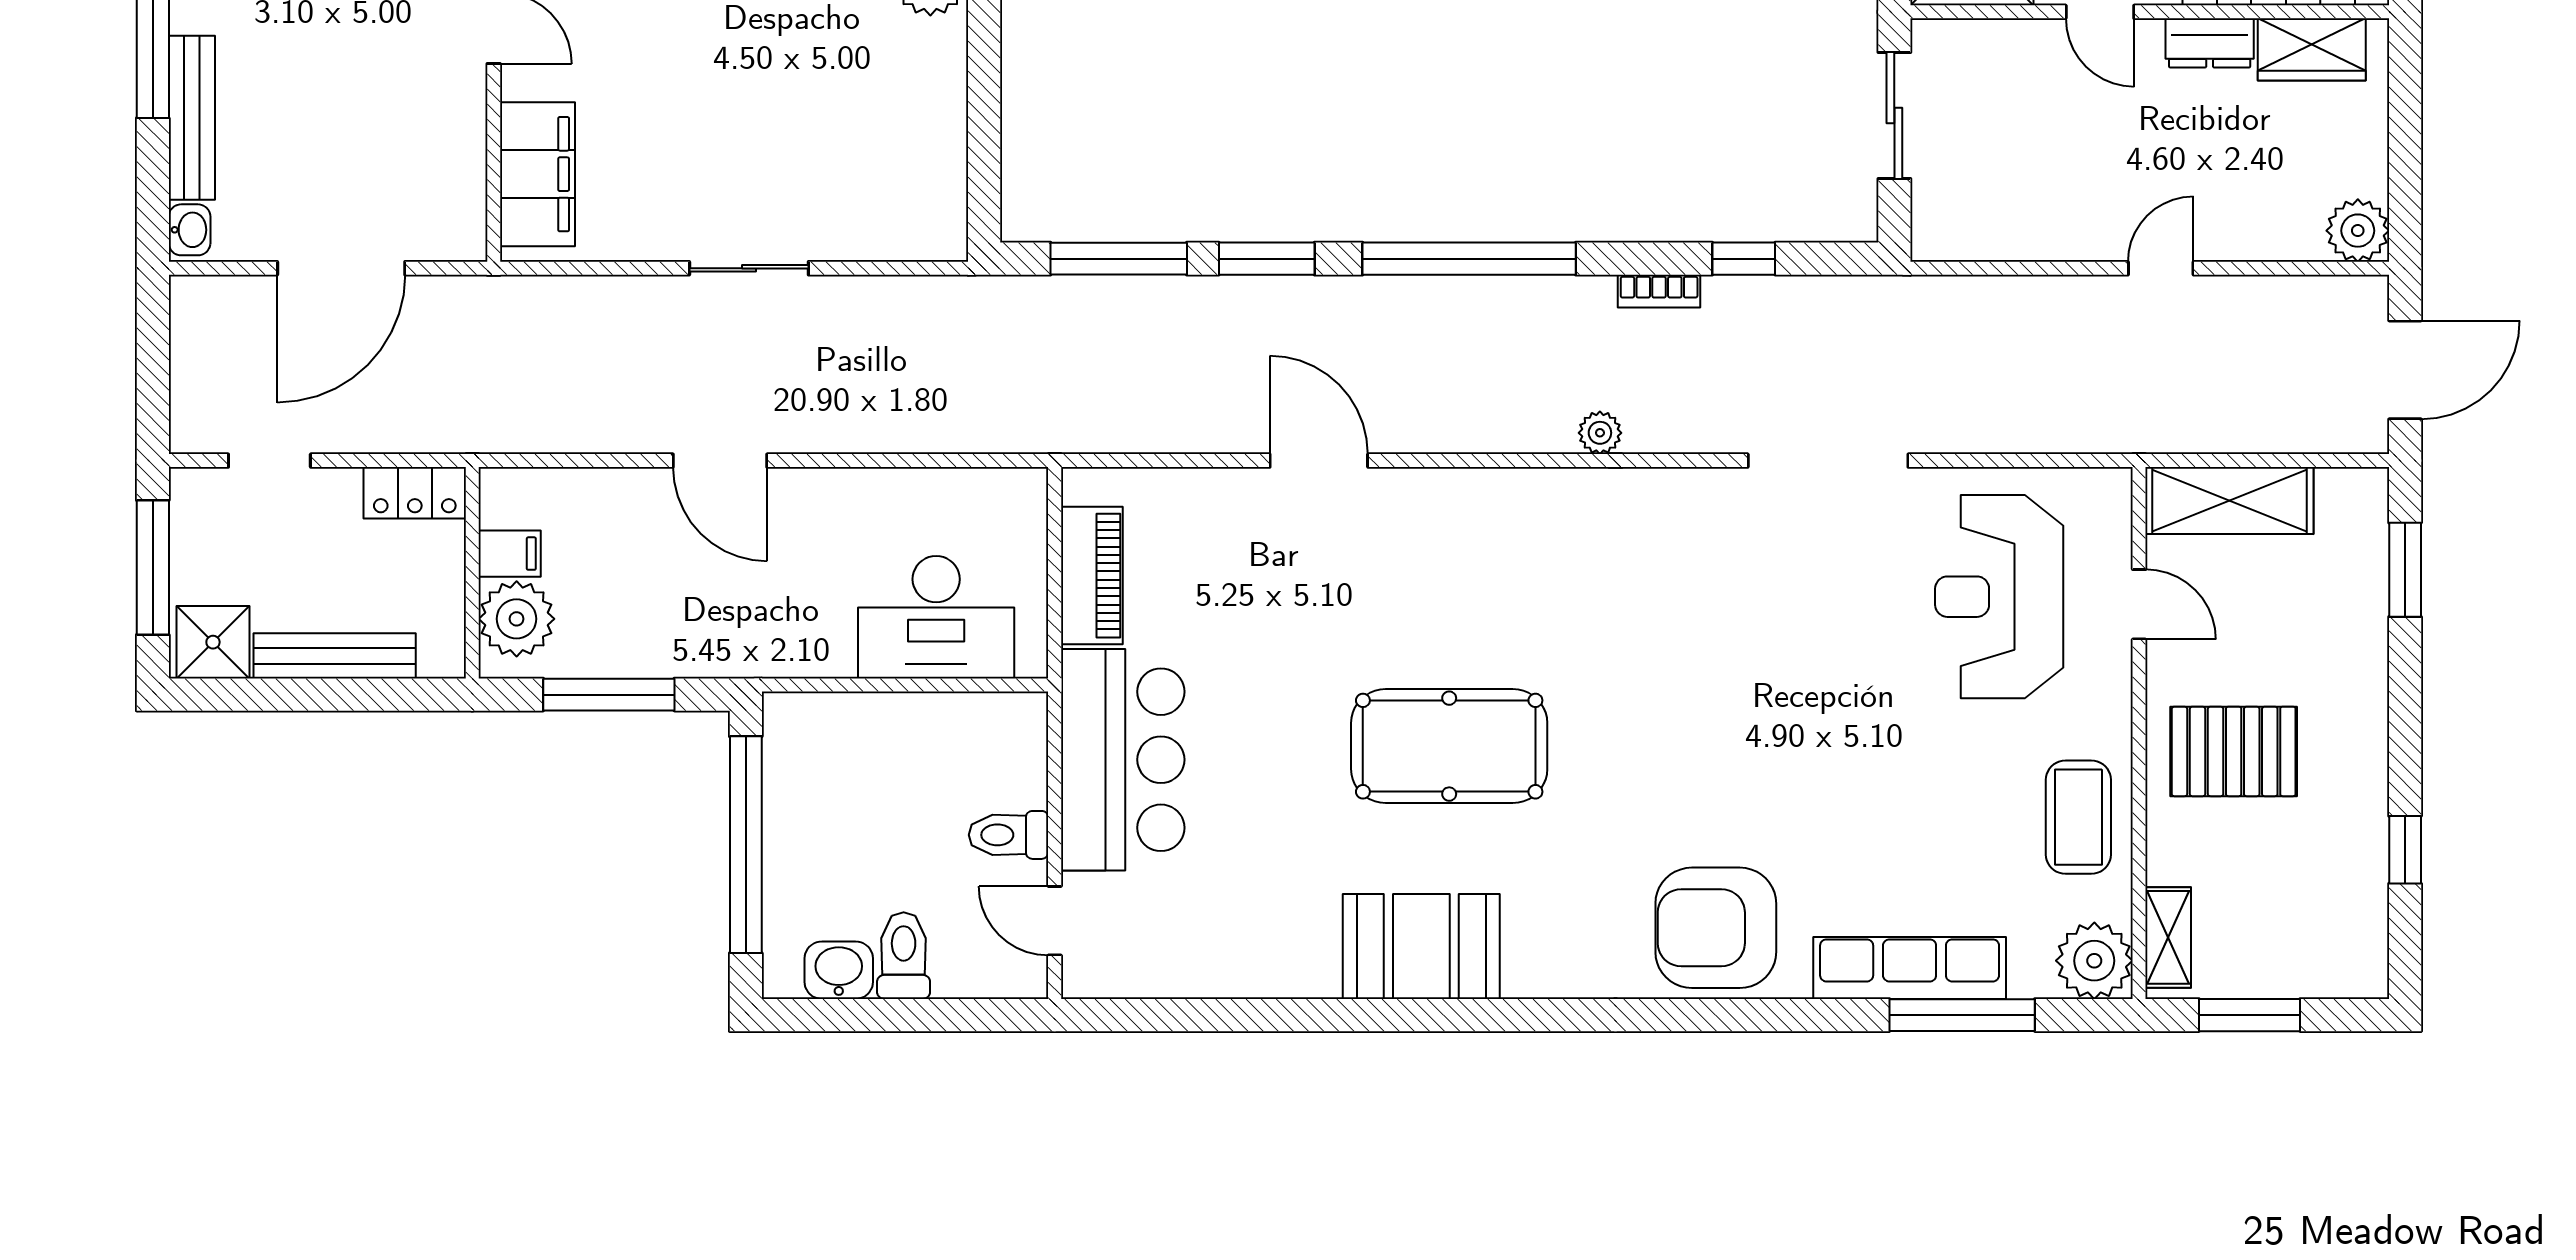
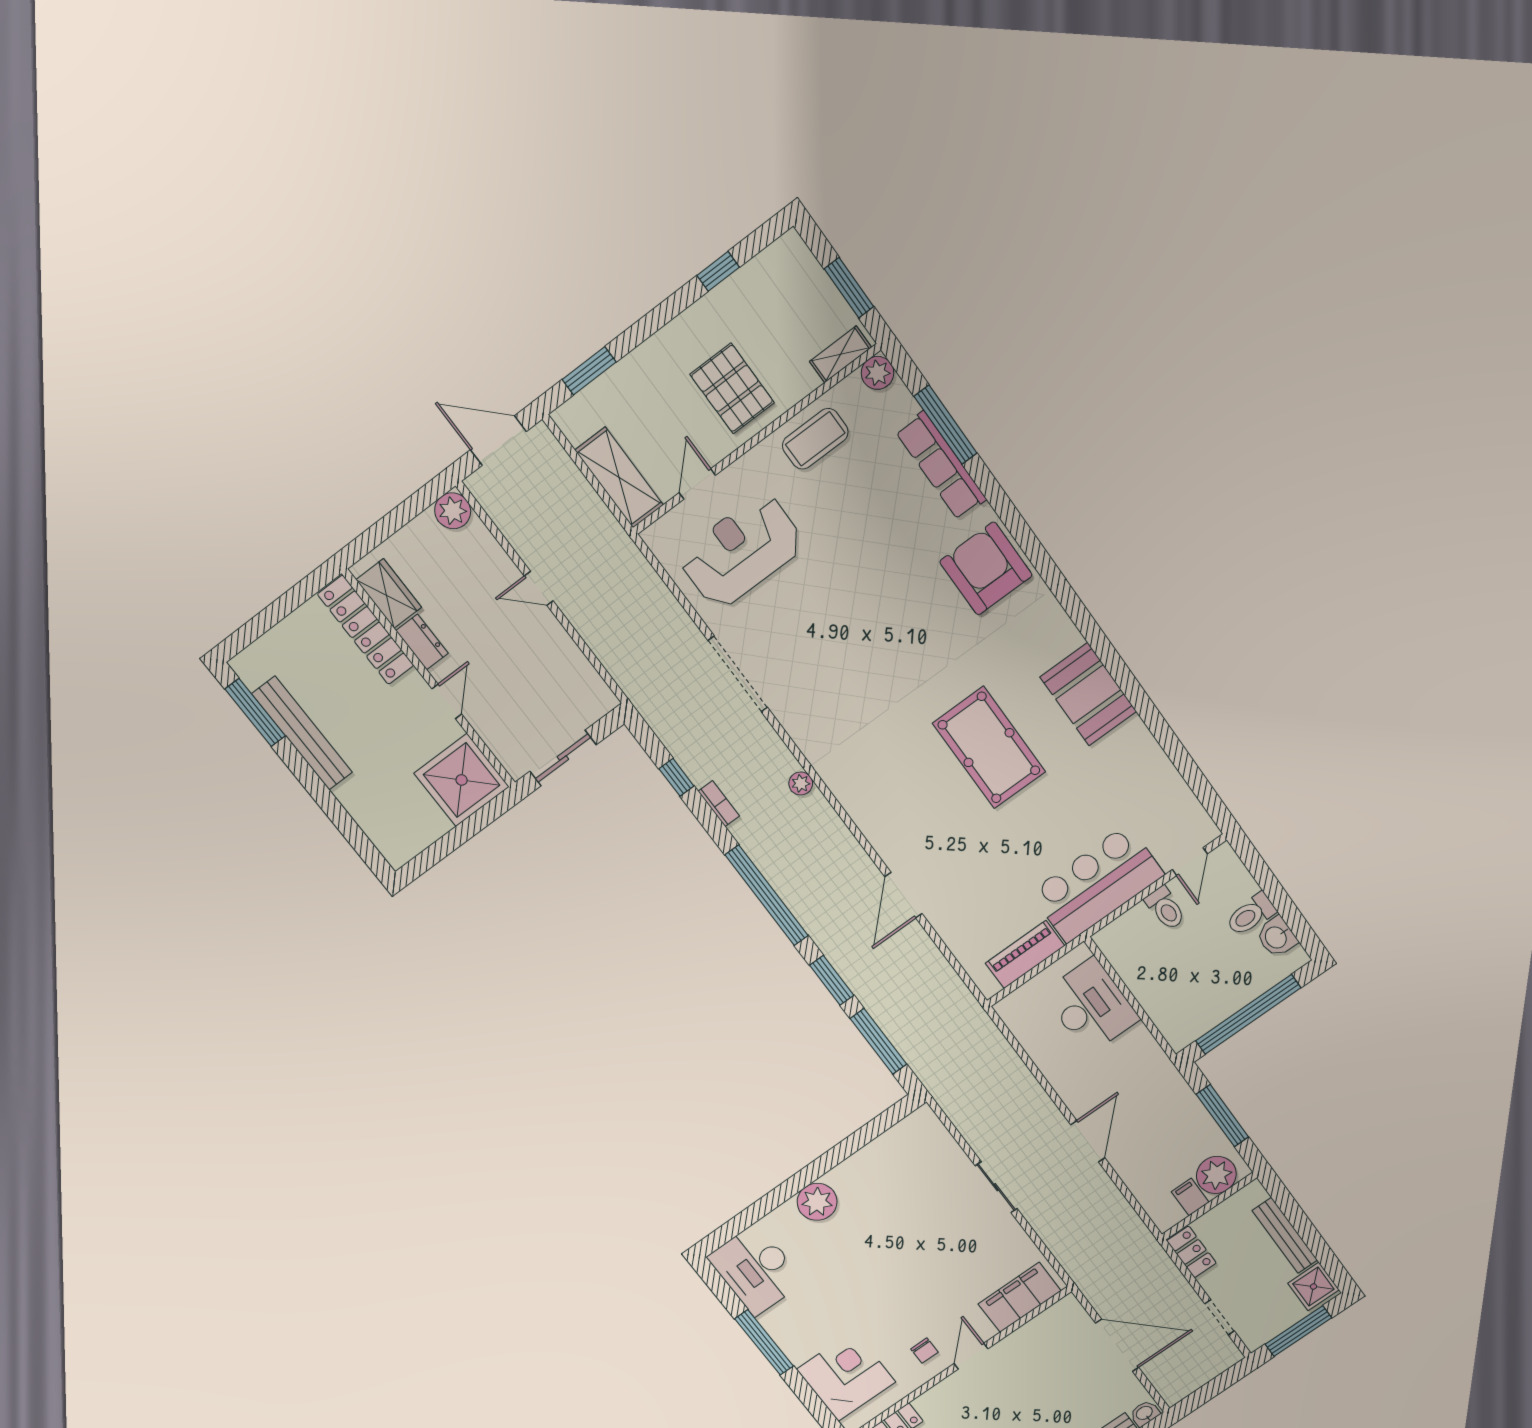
reception desk: (1999, 597) -> (741, 551), turned 180
armchair: (1716, 928) -> (986, 568), turned 180
plant: (2094, 961) -> (877, 373), width x0.73, depth x0.73

